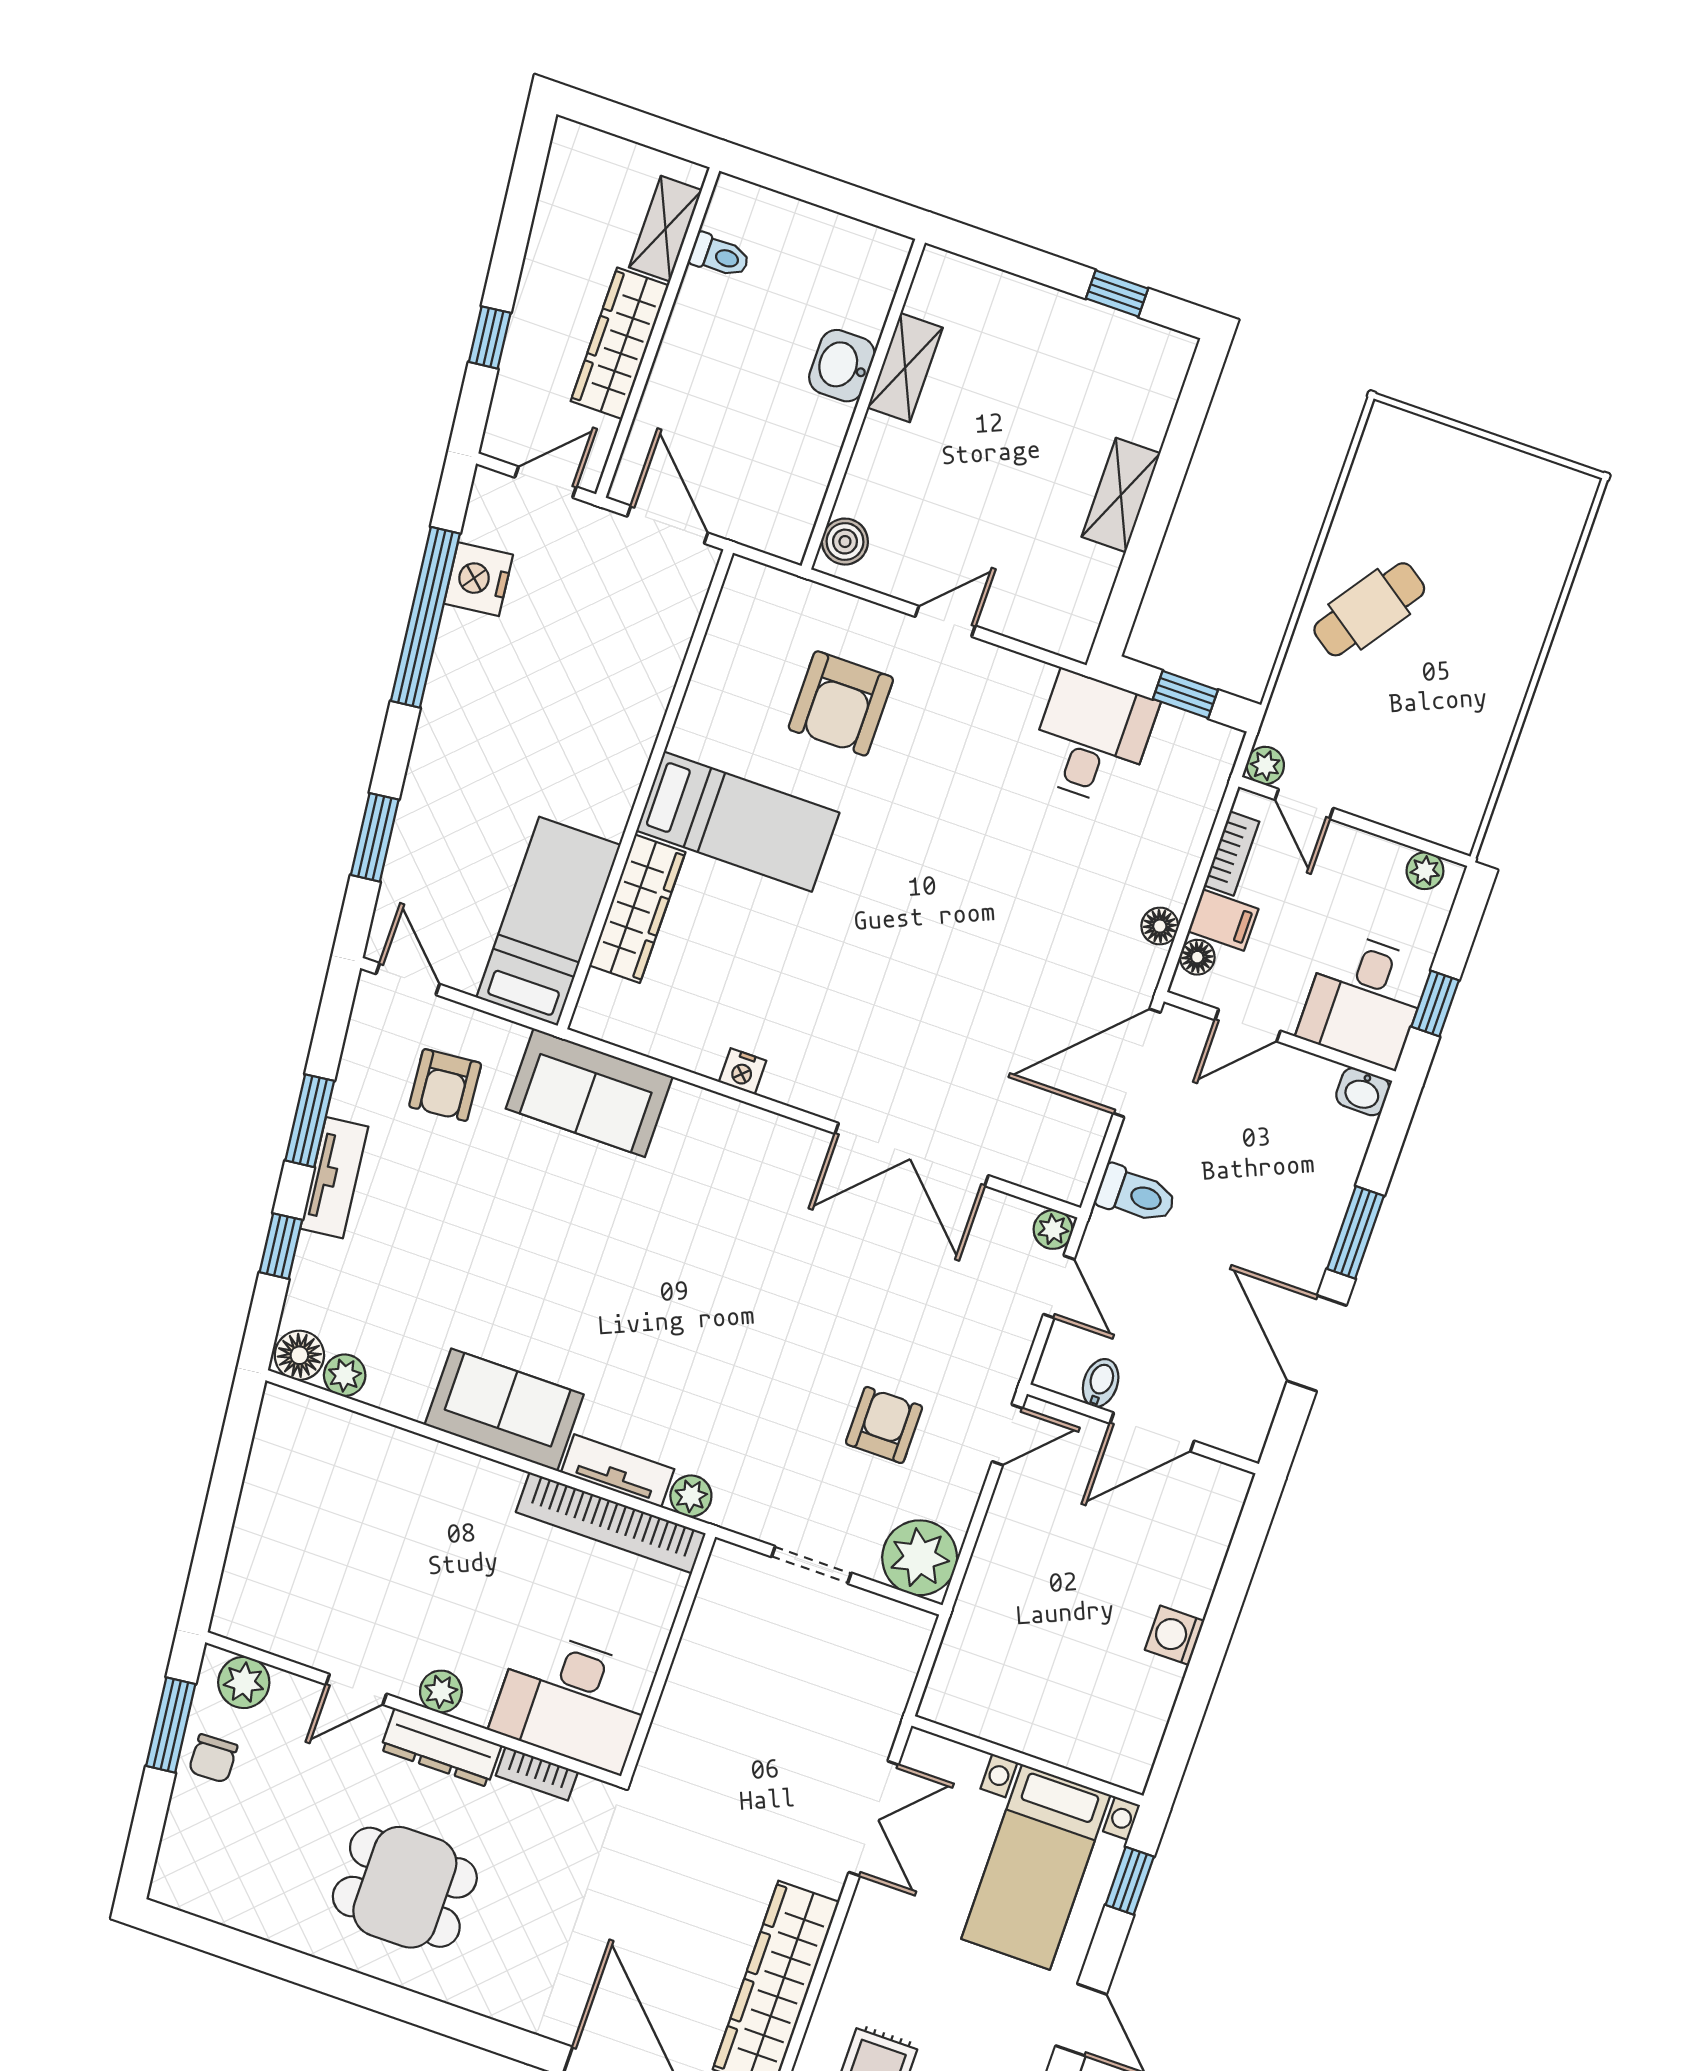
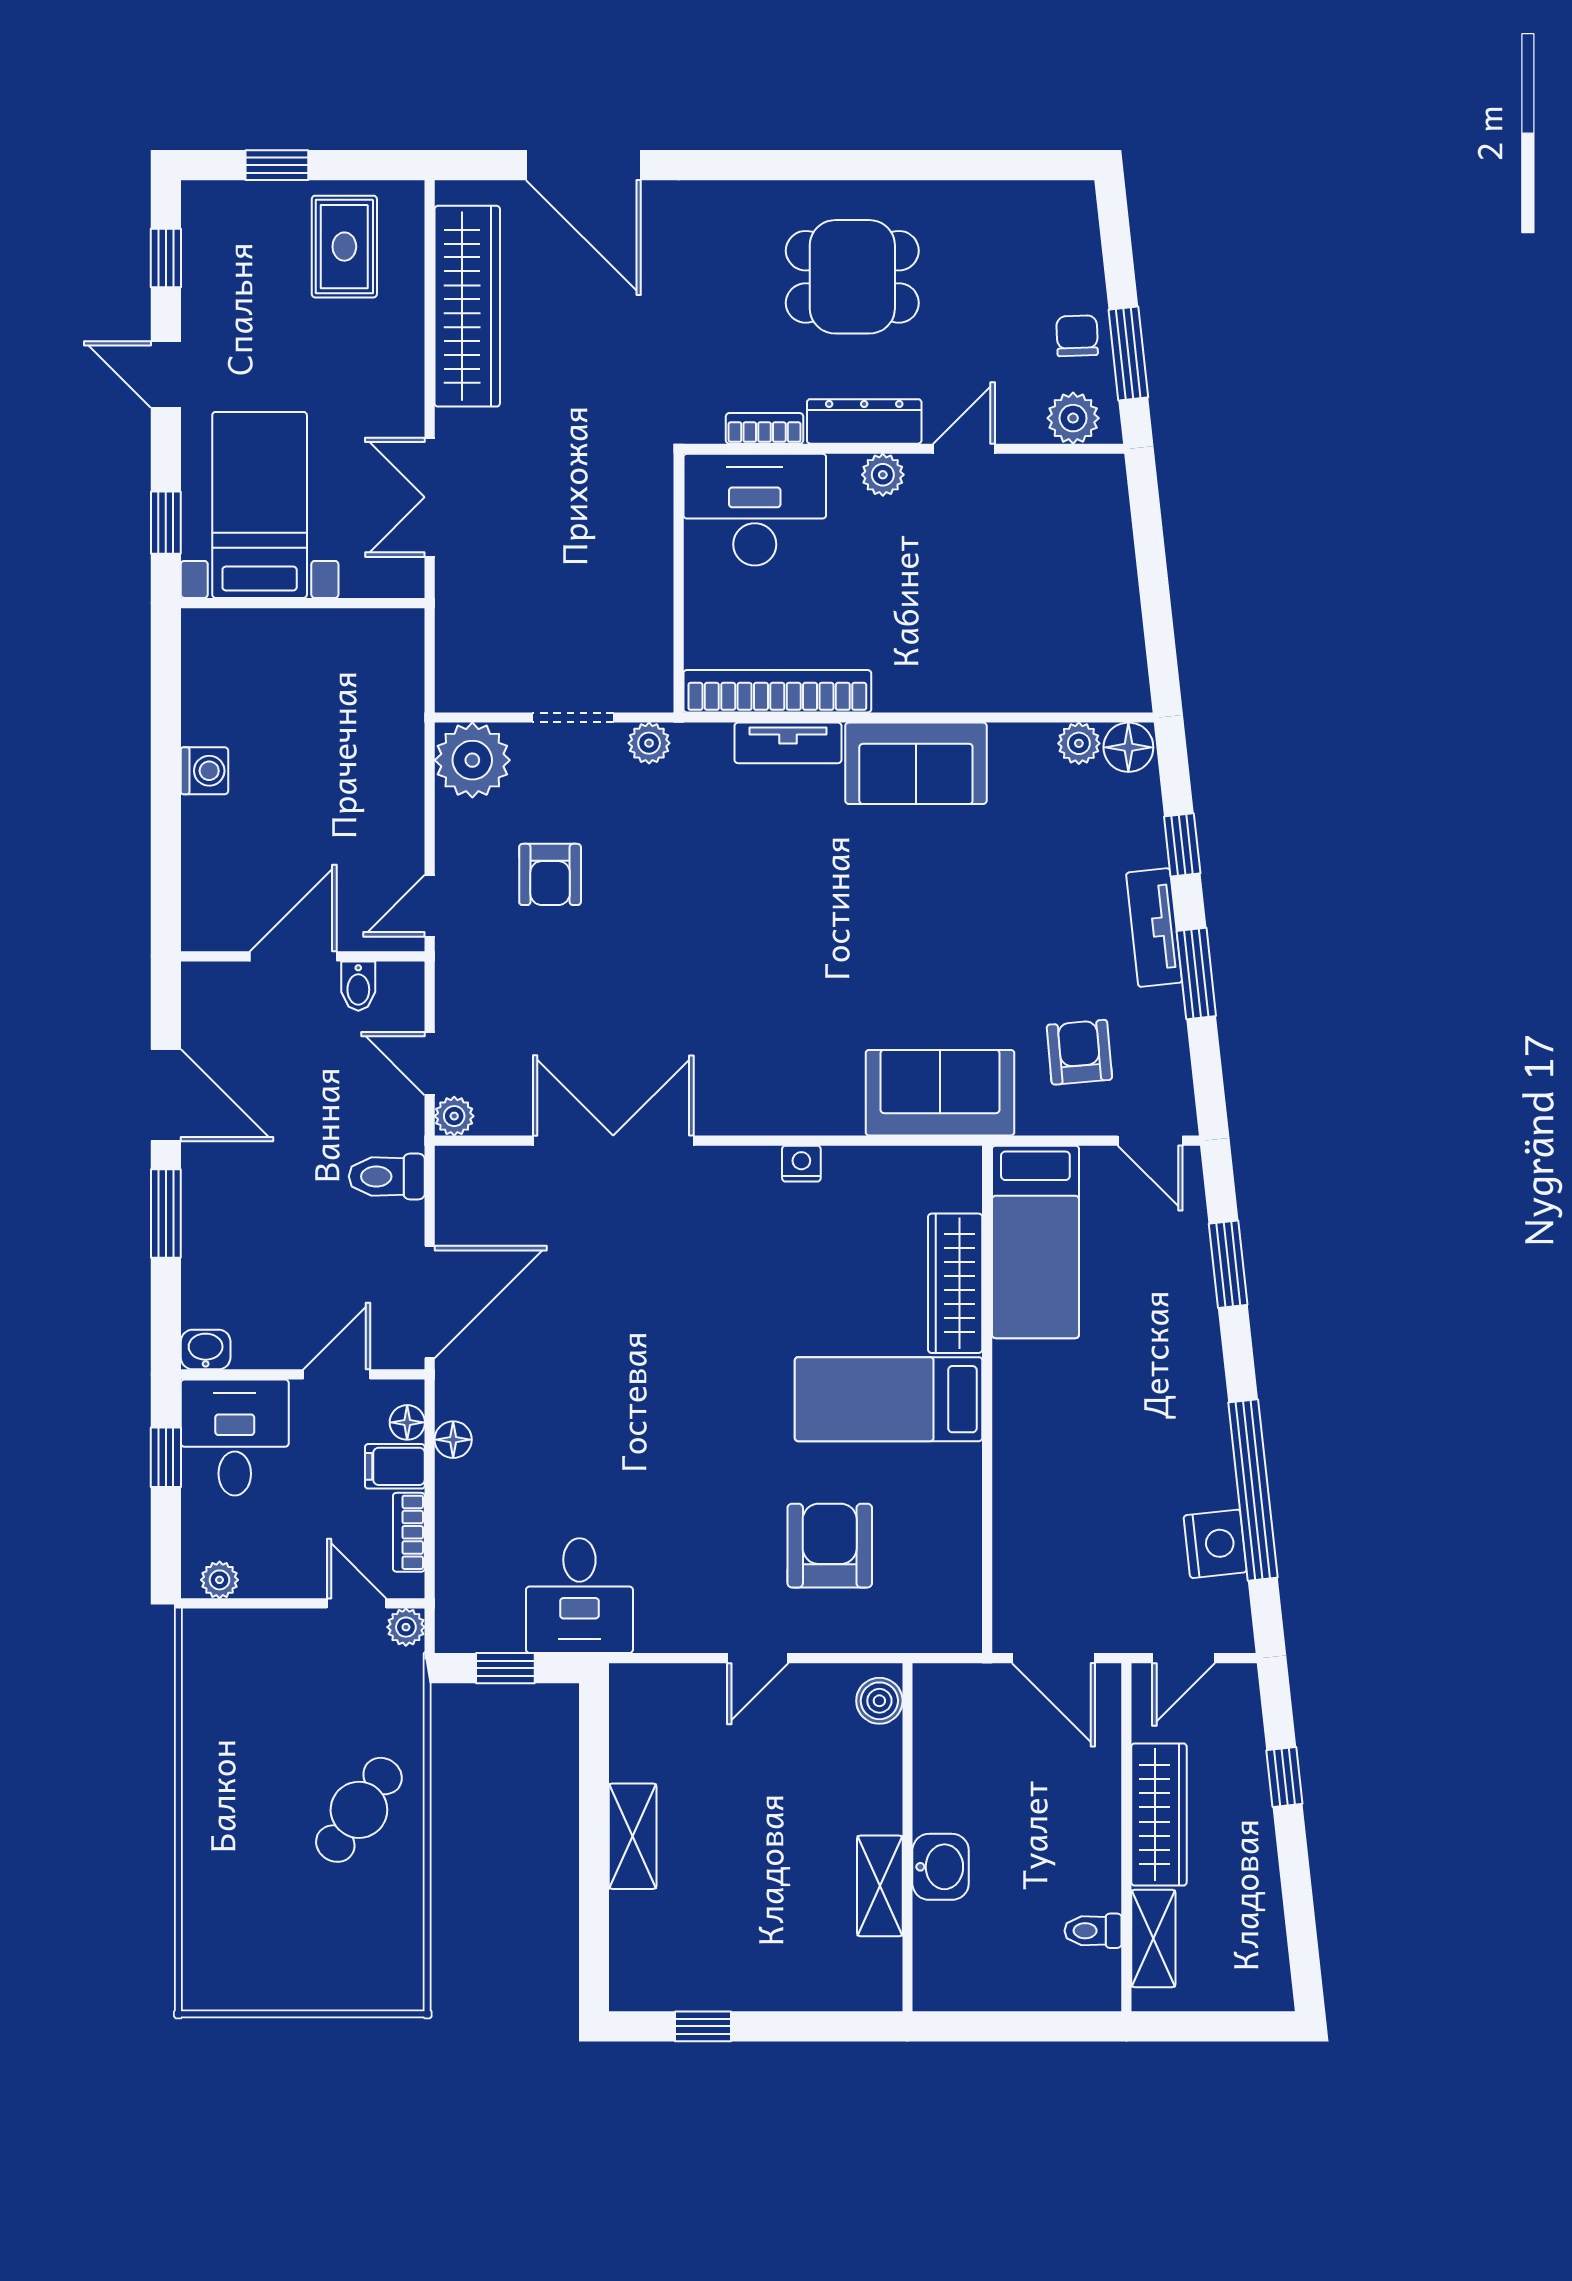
plant: (691, 1496) -> (649, 743), moved

